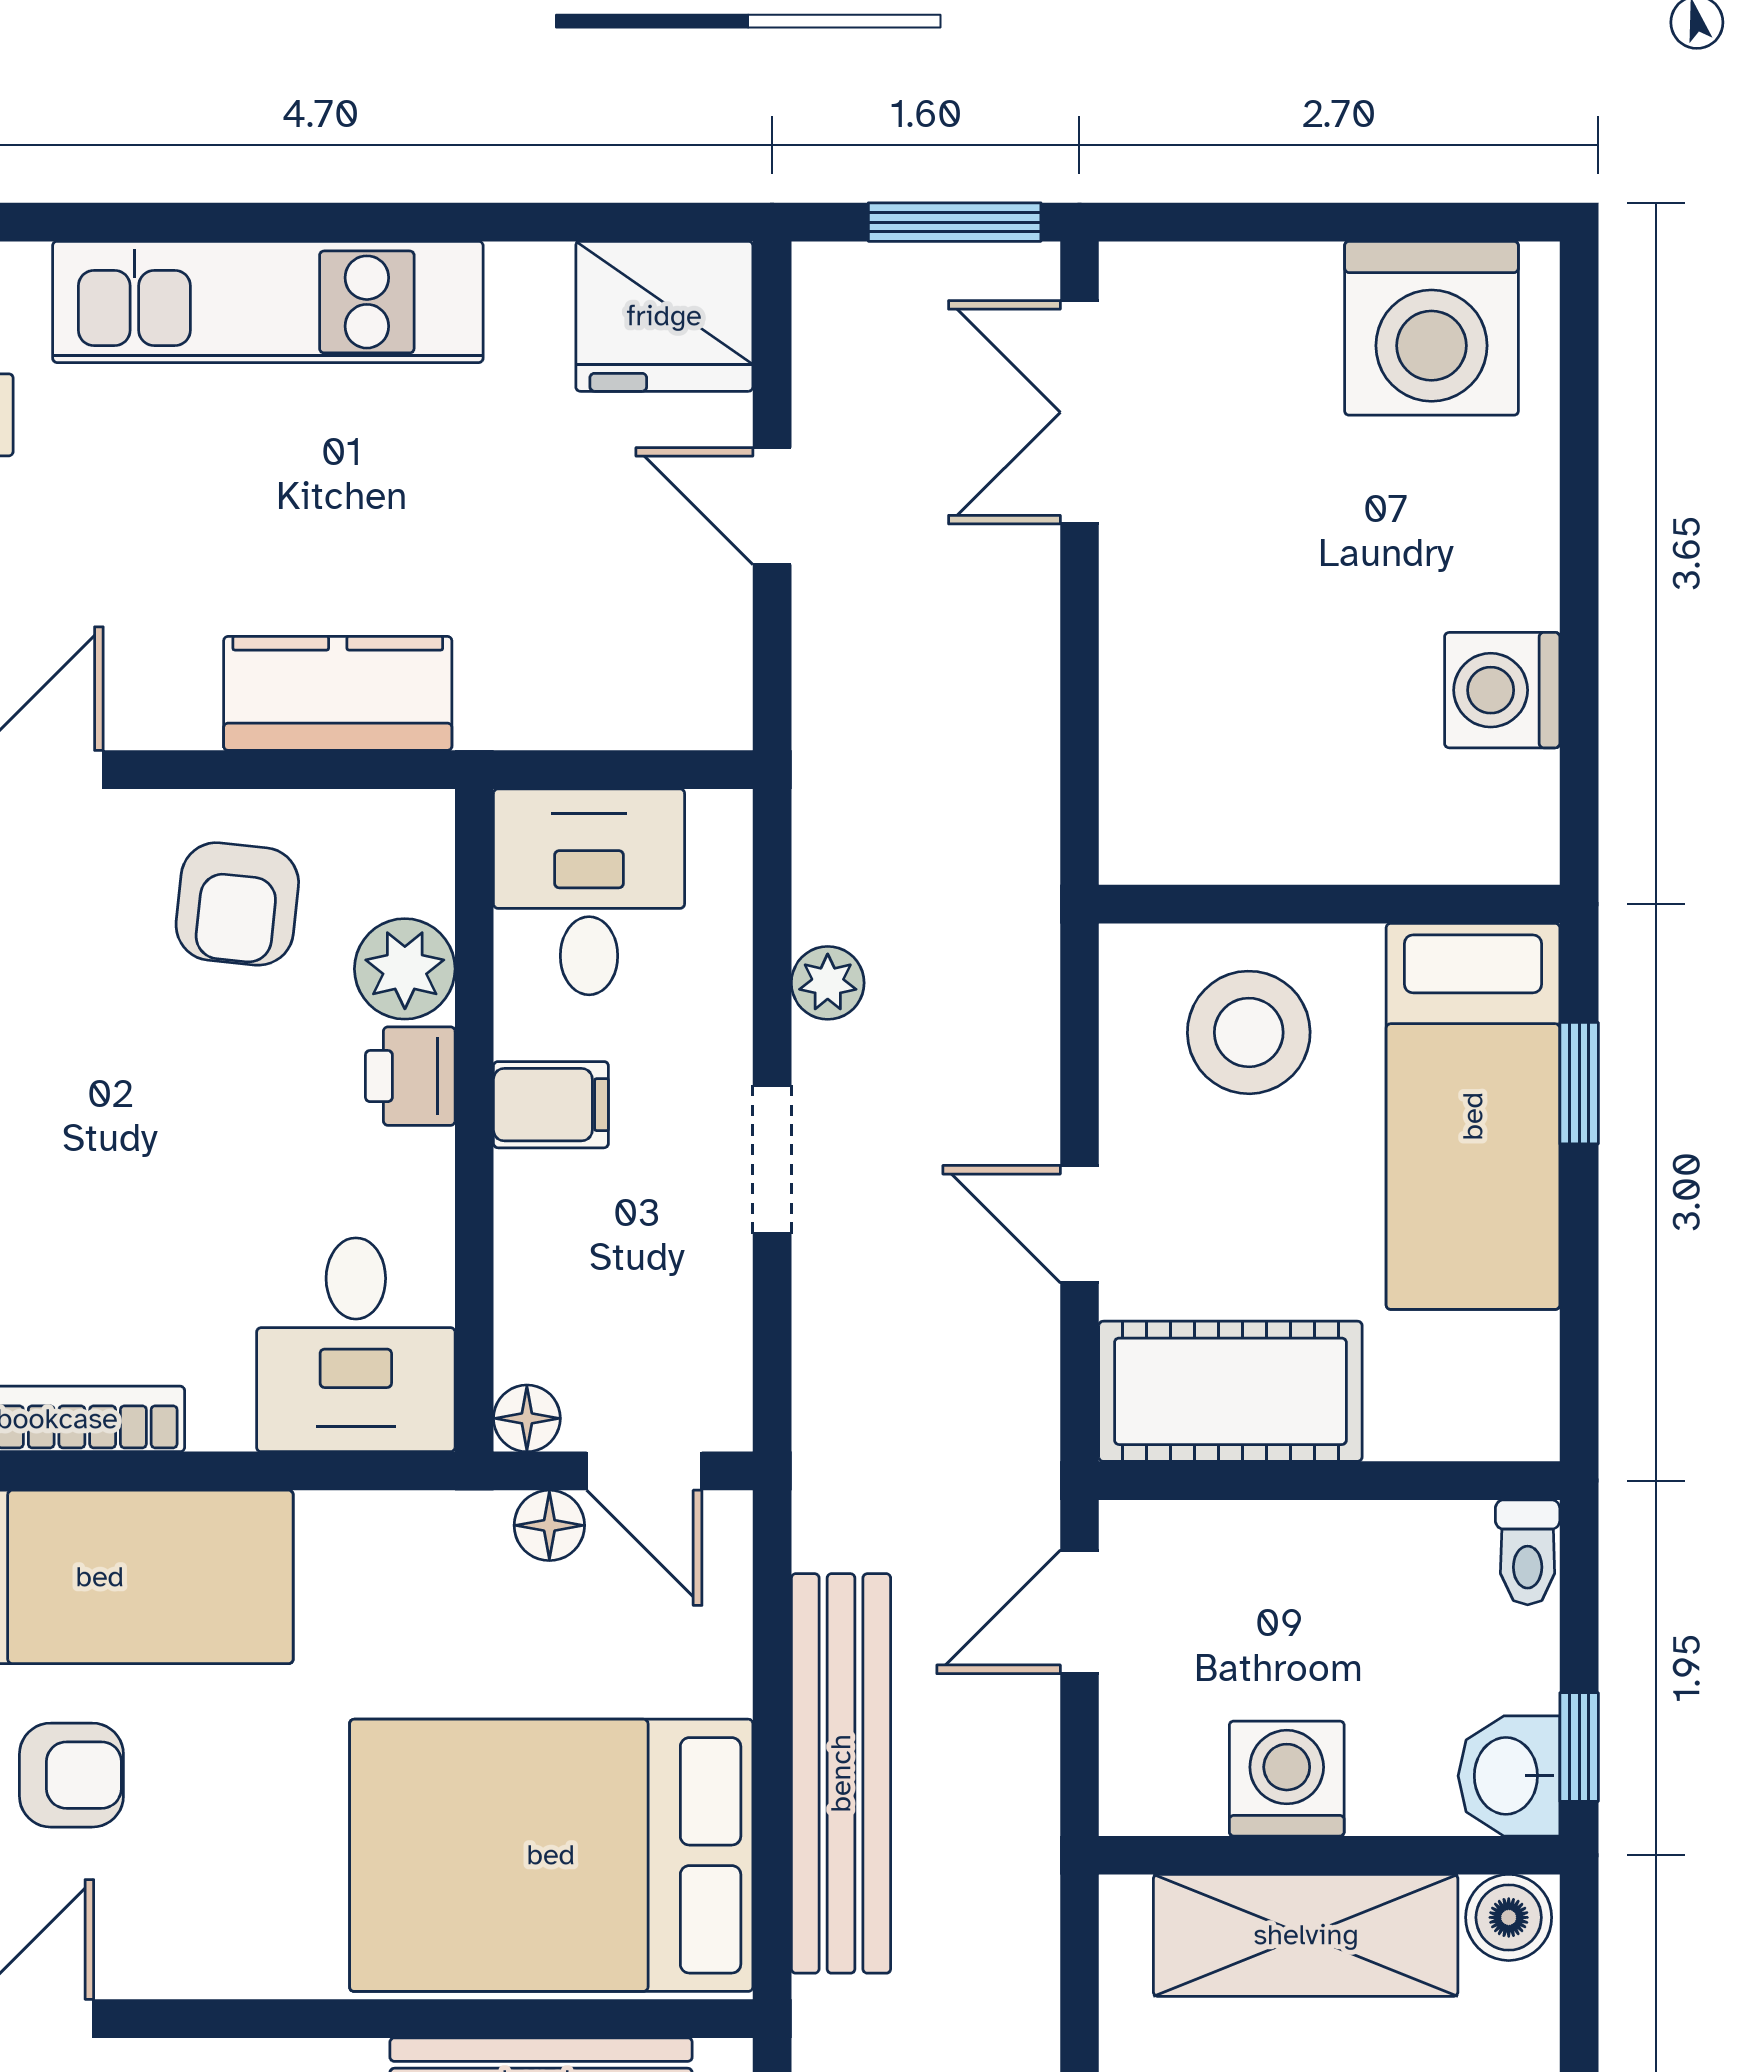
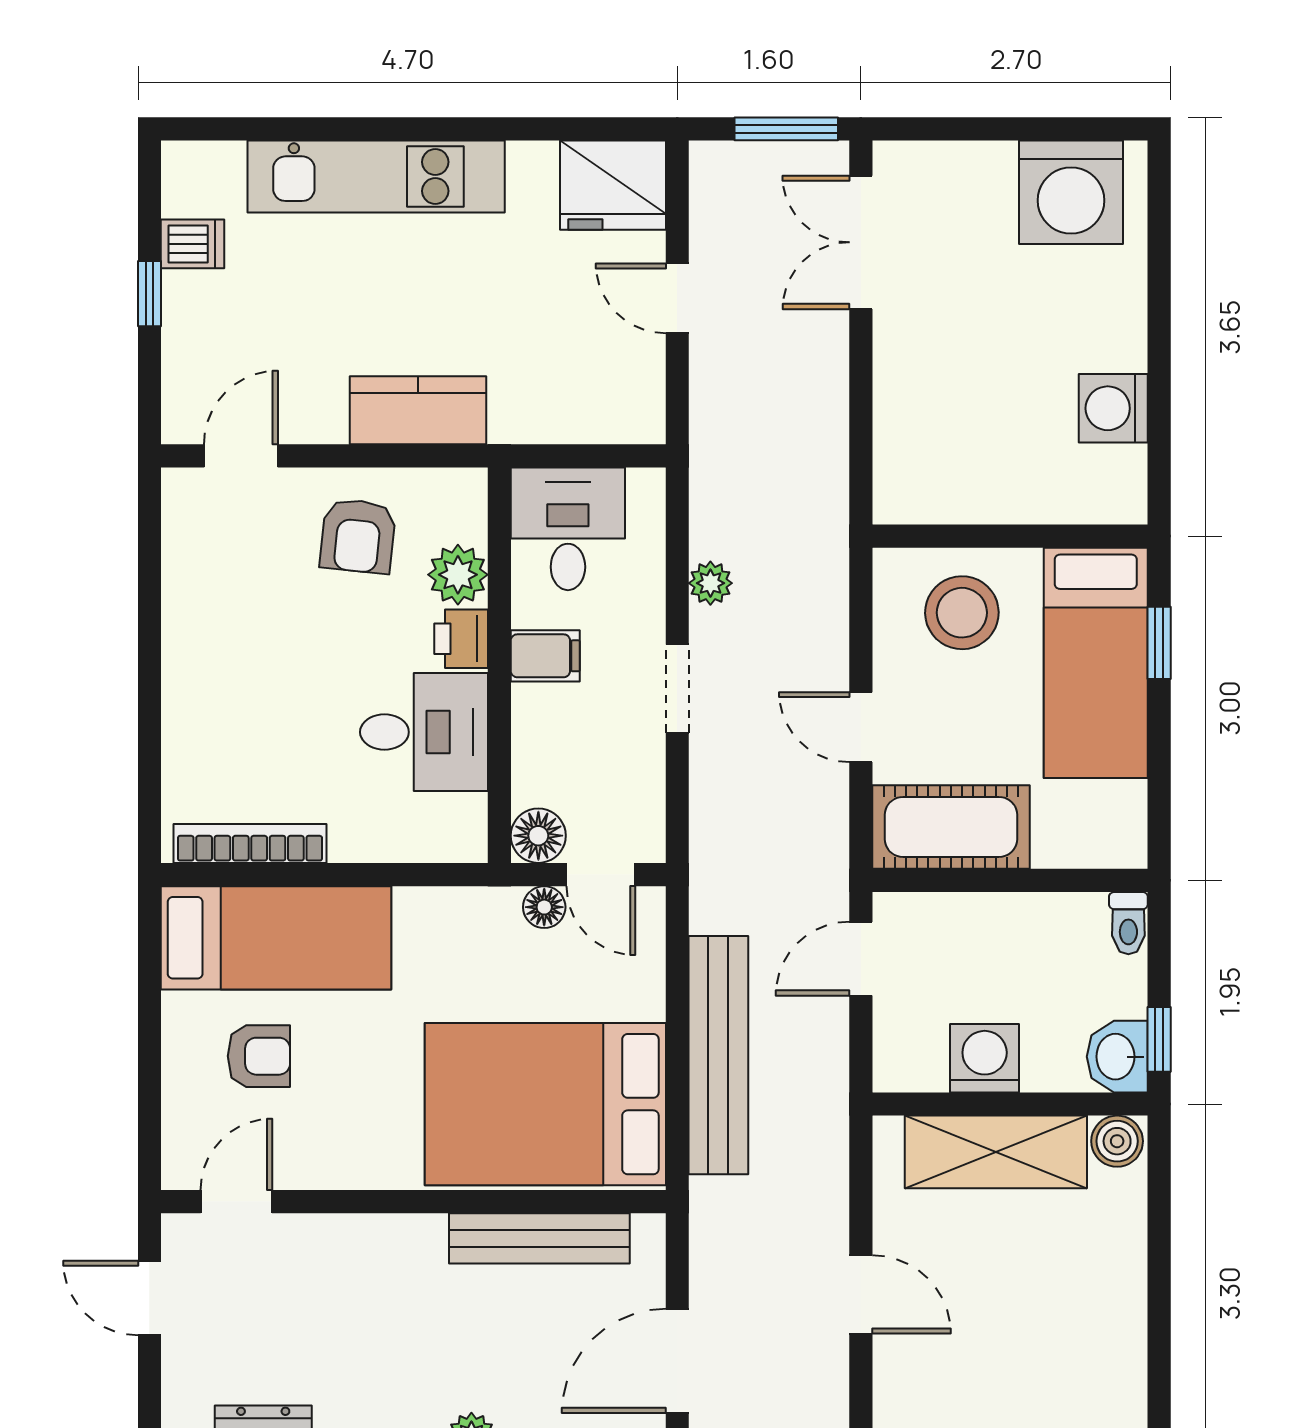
desk: (356, 1345) -> (424, 732), moved, turned -90
floor lamp: (527, 1418) -> (538, 836), width x1.37, depth x1.37

